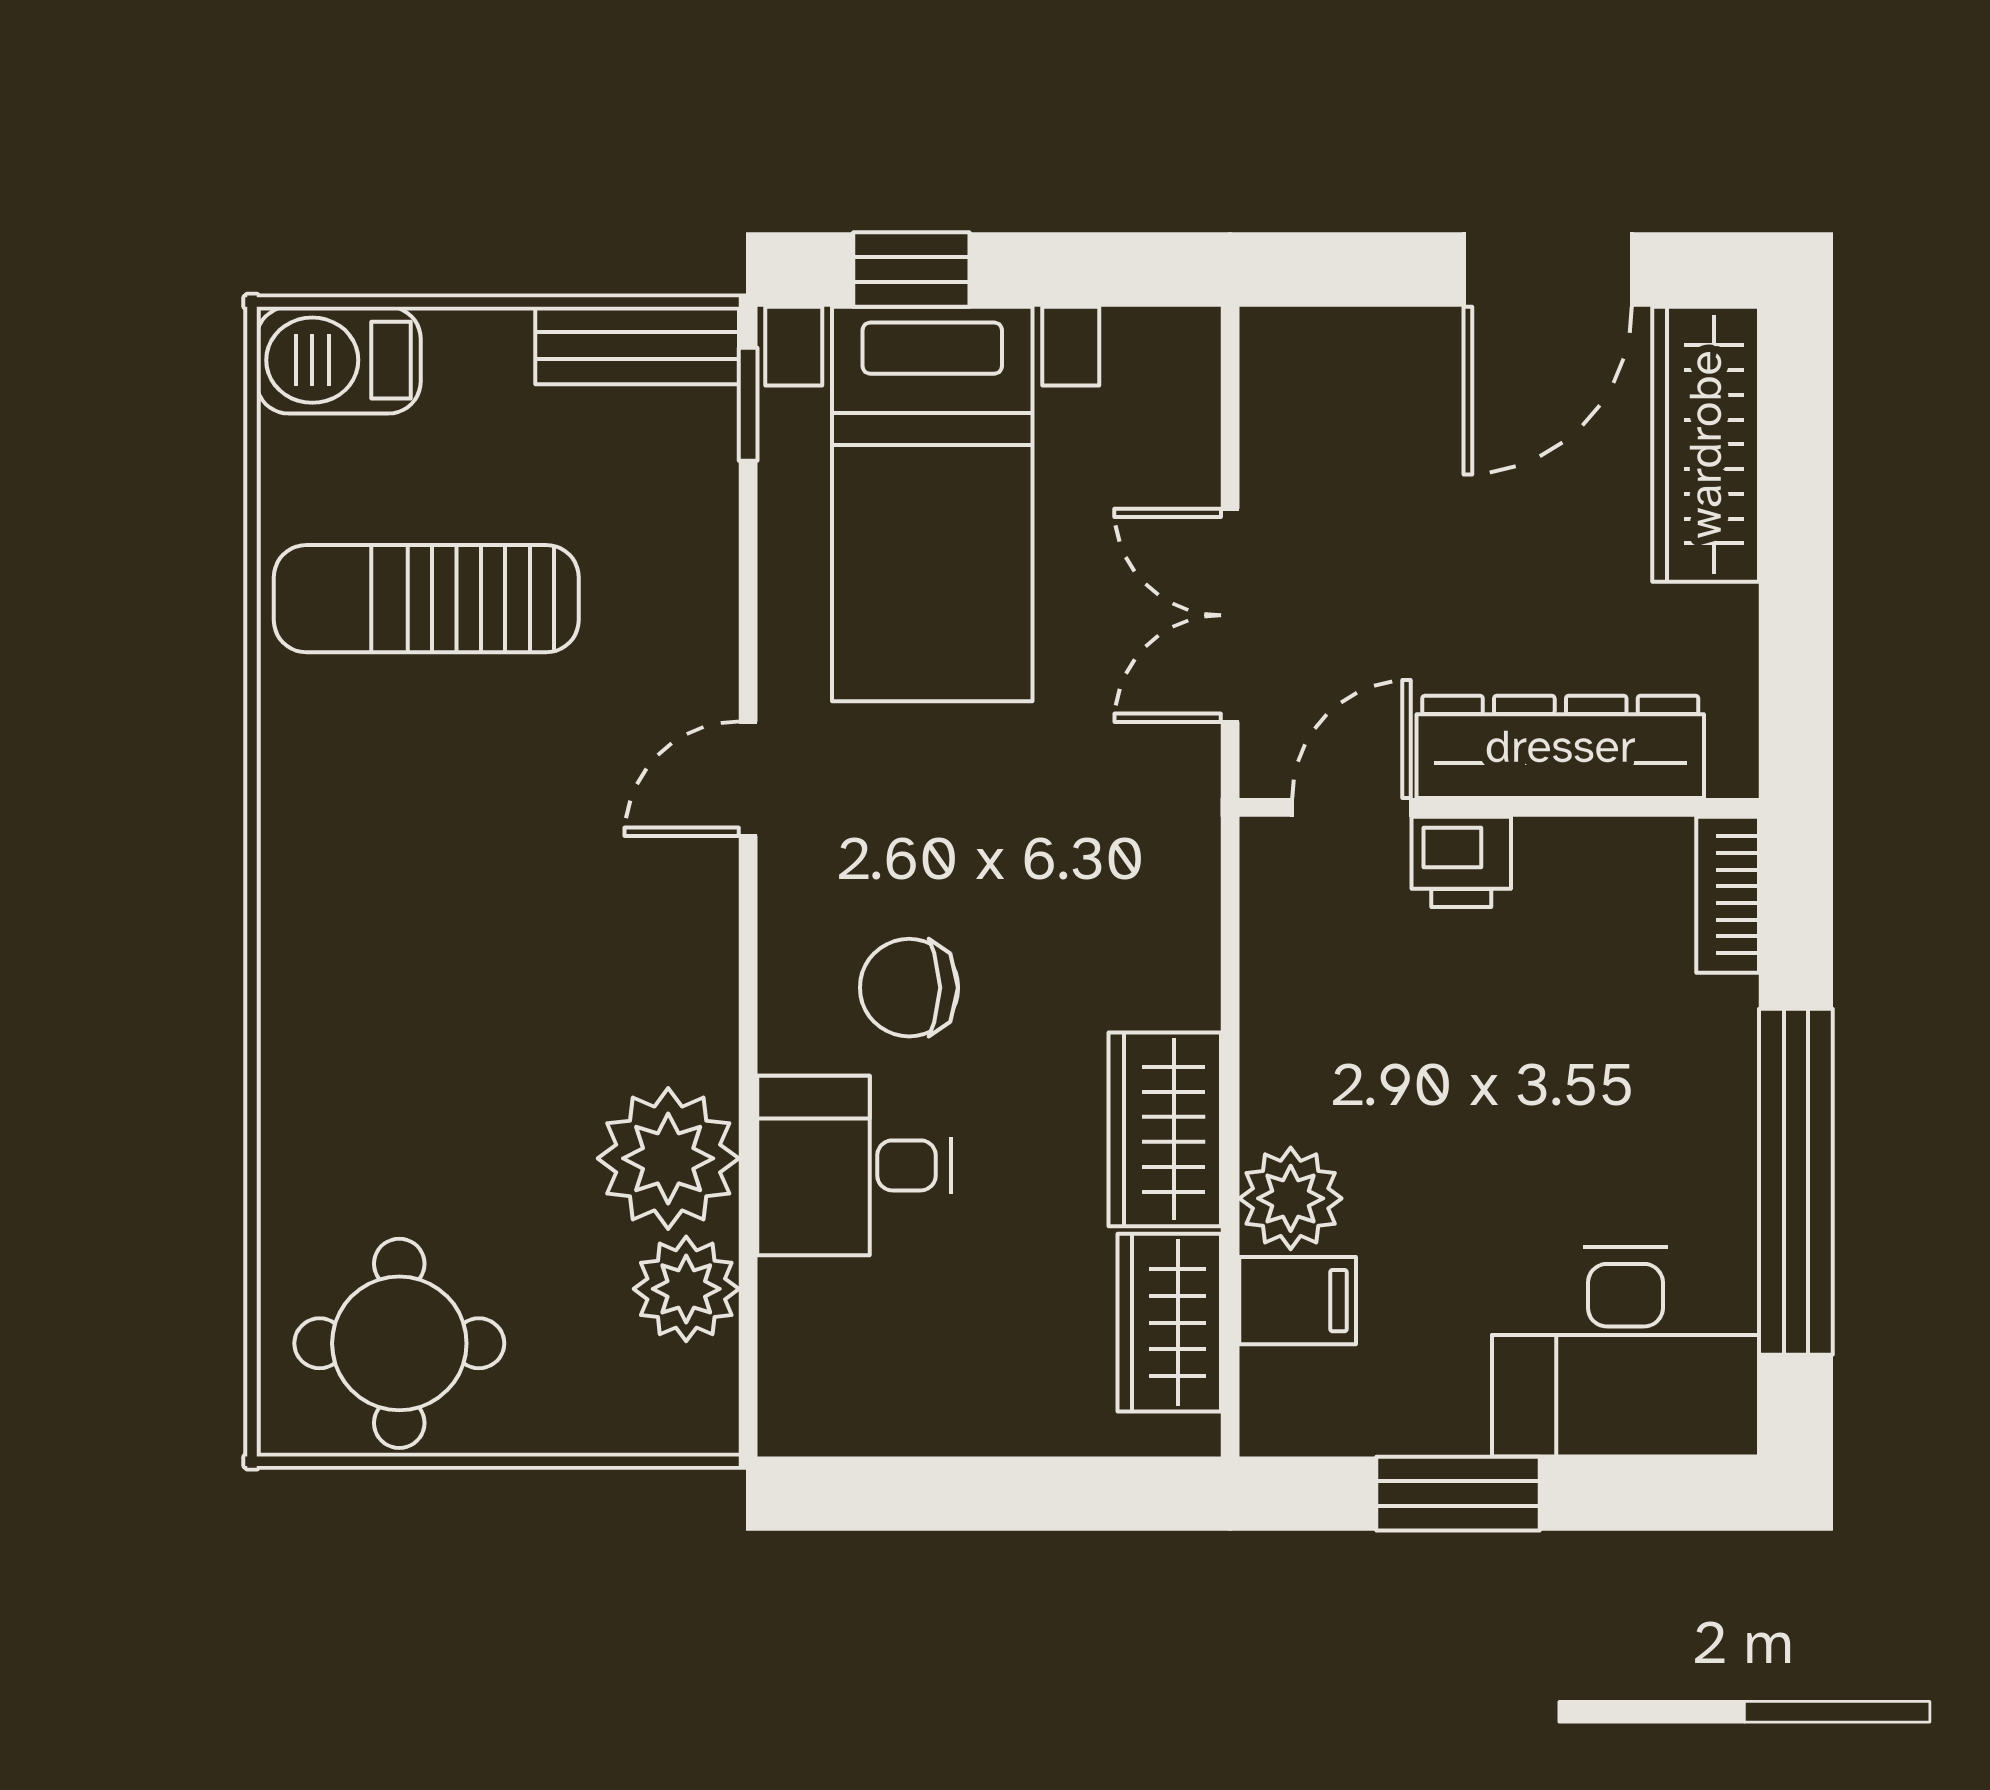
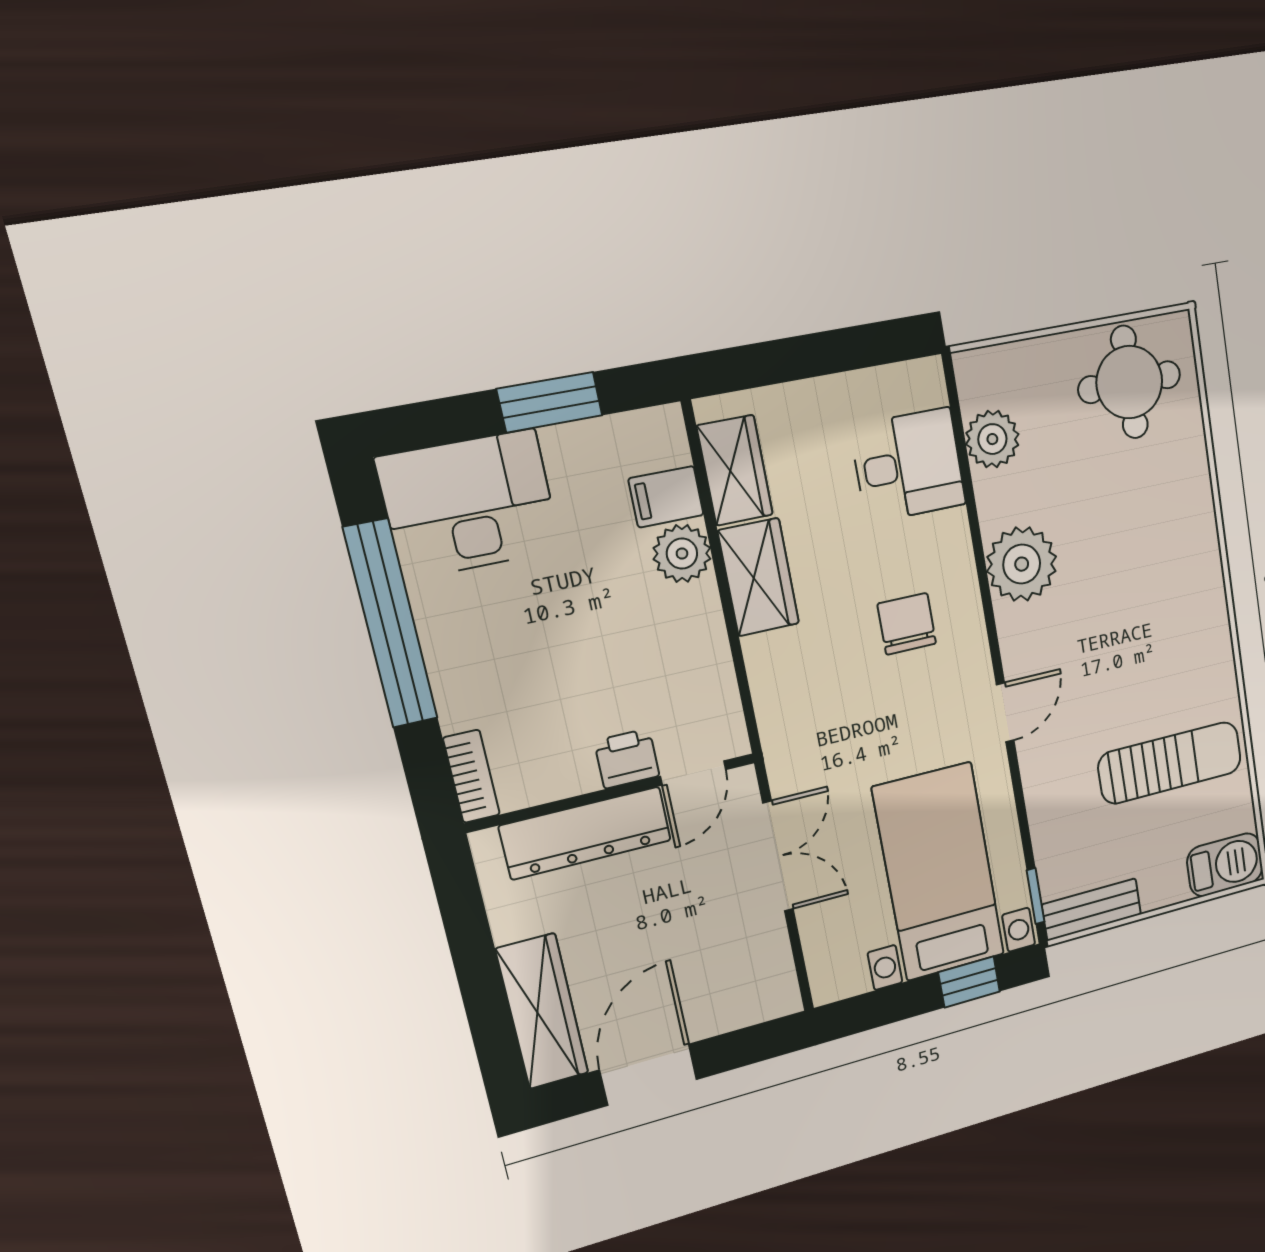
chair: (909, 988) -> (907, 624), turned -90
plant: (668, 1158) -> (1022, 564), moved
desk: (854, 1165) -> (908, 465), moved

